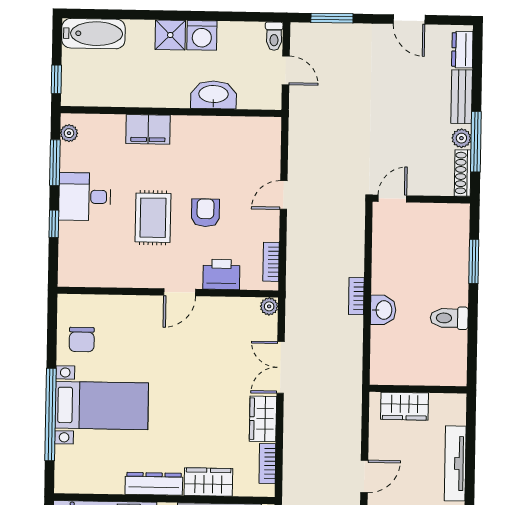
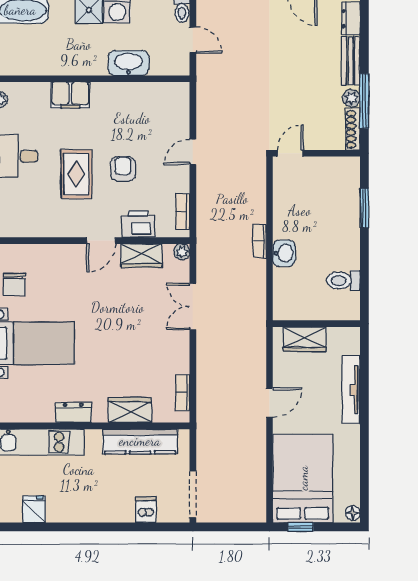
toilet: (449, 318) -> (343, 281), moved
wardrobe: (263, 419) -> (141, 256), moved, turned -90
dresser: (154, 484) -> (73, 413), width x0.70

